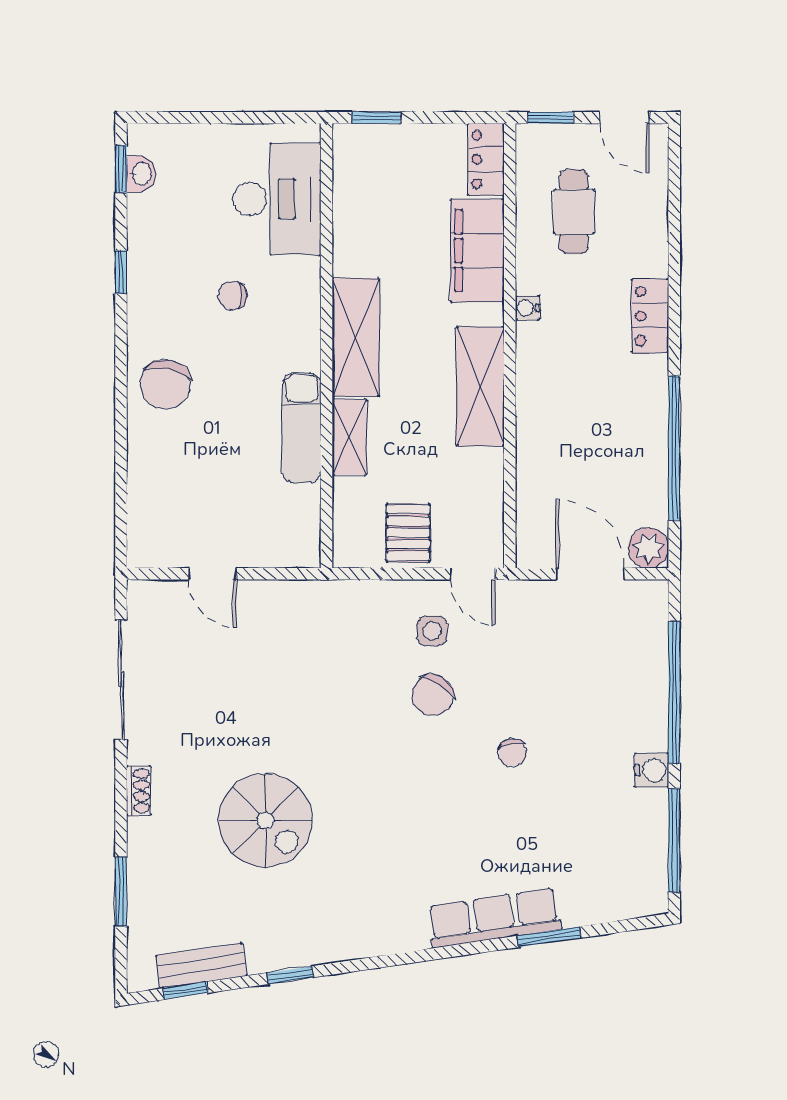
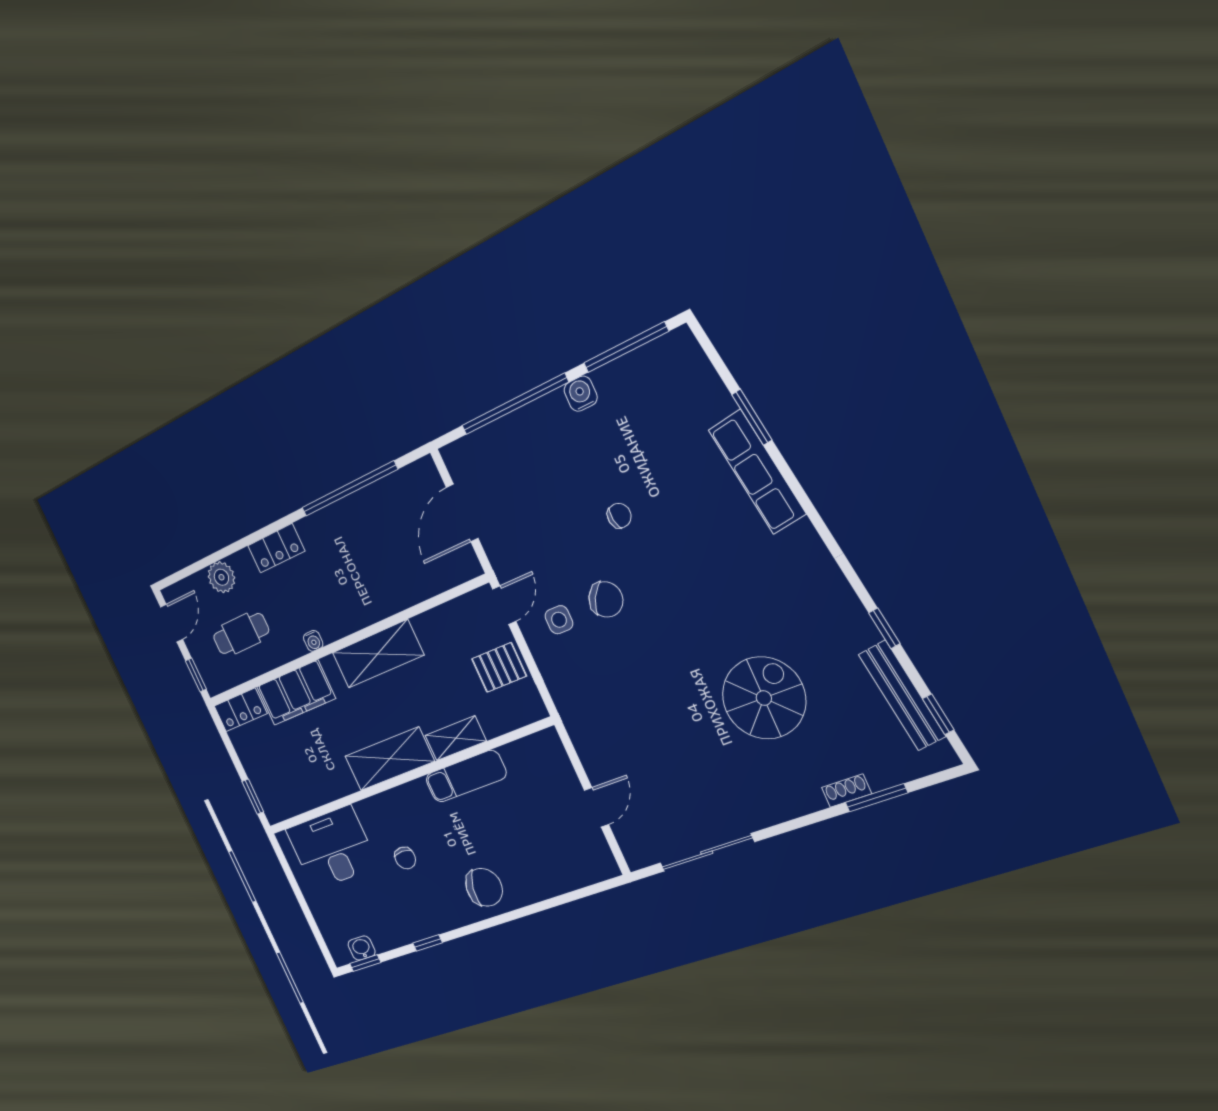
plant: (648, 548) -> (221, 577), moved
shoe rack: (139, 791) -> (847, 791), moved
bench: (201, 966) -> (902, 695), width x1.36

